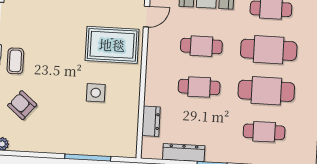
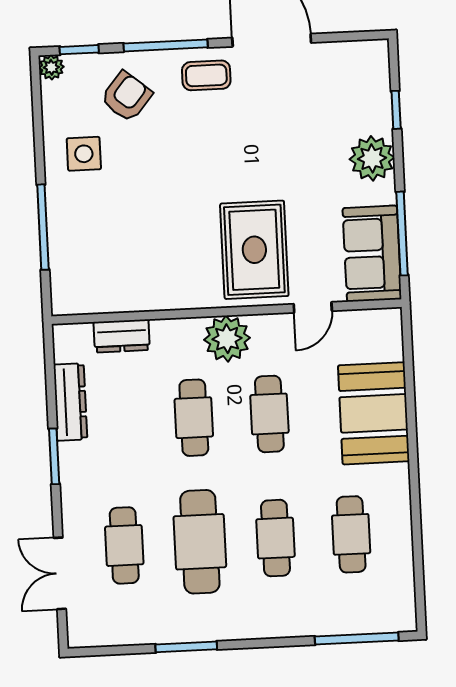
door: (146, 17) -> (313, 307), hinge flipped
cafe table: (269, 50) -> (275, 538), width x0.73, depth x0.74
plant: (158, 65) -> (227, 339), added
side table: (96, 93) -> (84, 154), moved

